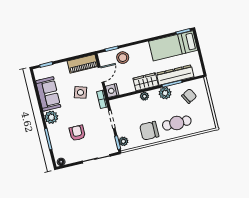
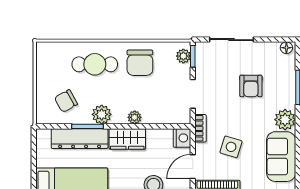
chair: (149, 131) -> (140, 63), turned 90

